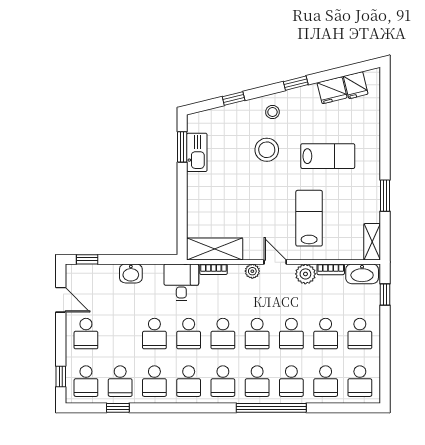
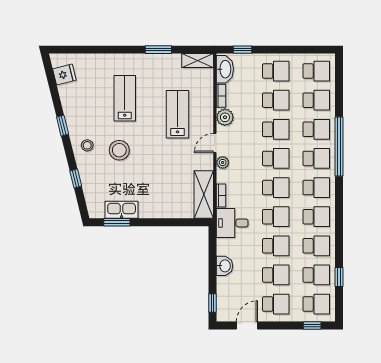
fridge: (332, 90) -> (69, 95), removed
lab bench: (309, 218) -> (178, 114), turned 90
school desk: (120, 334) -> (276, 275), added

